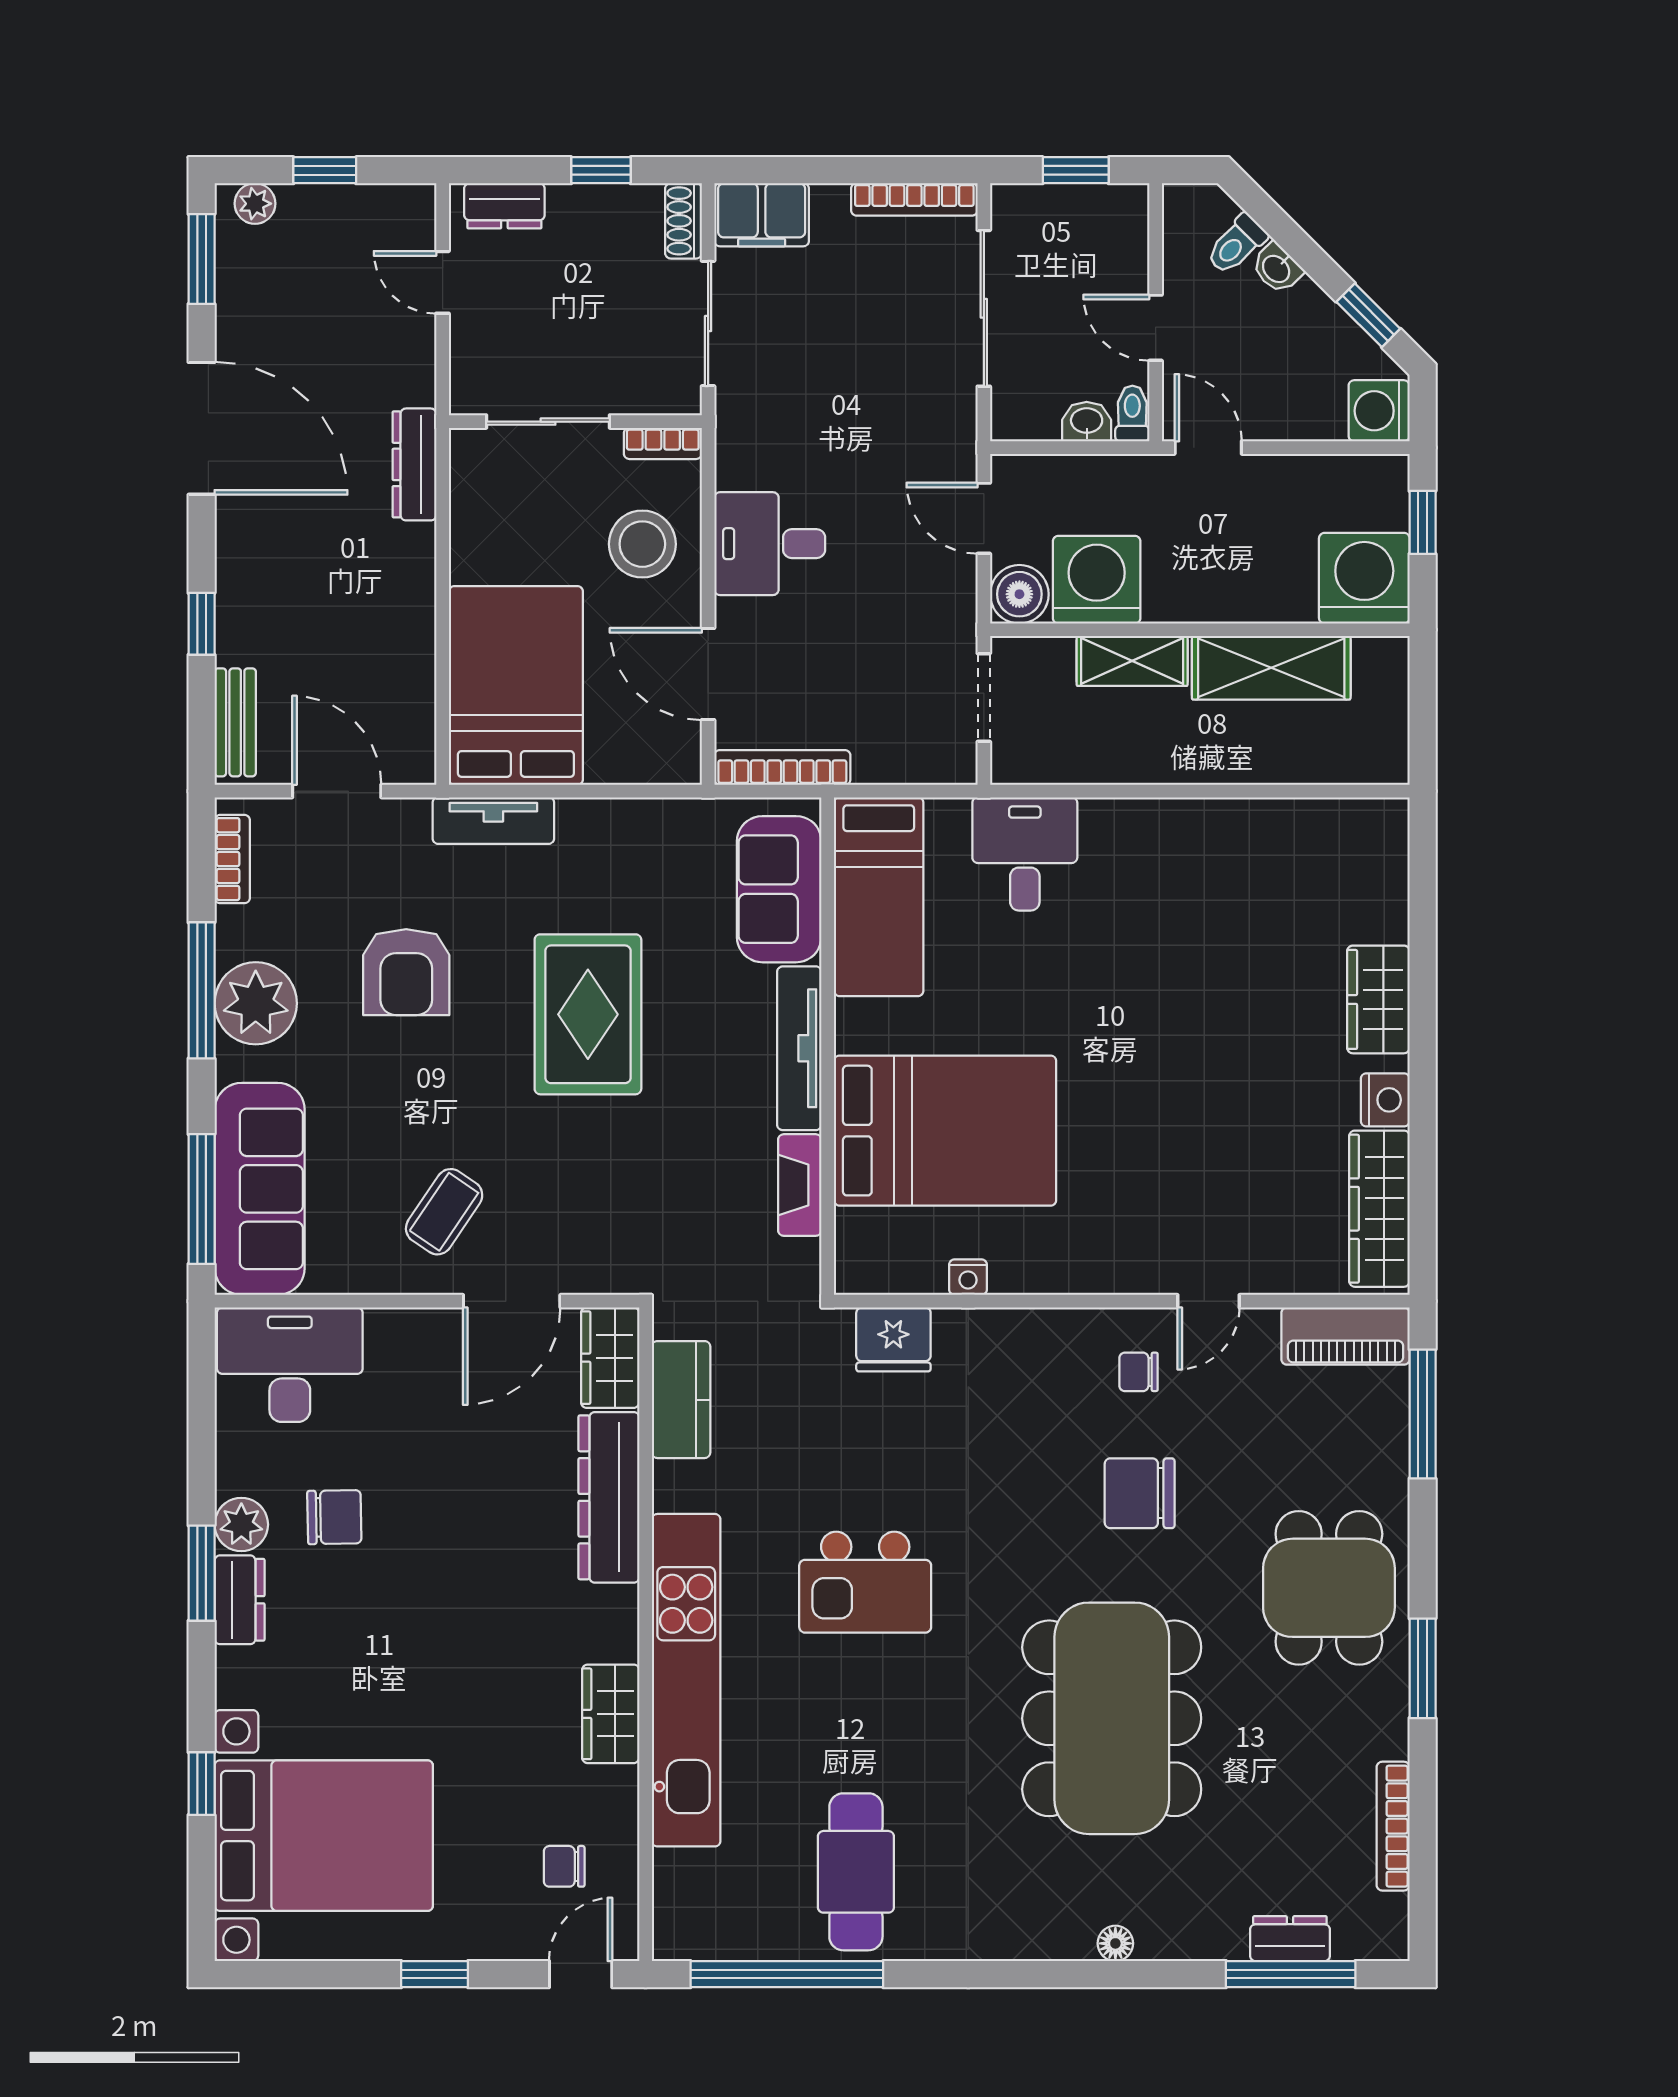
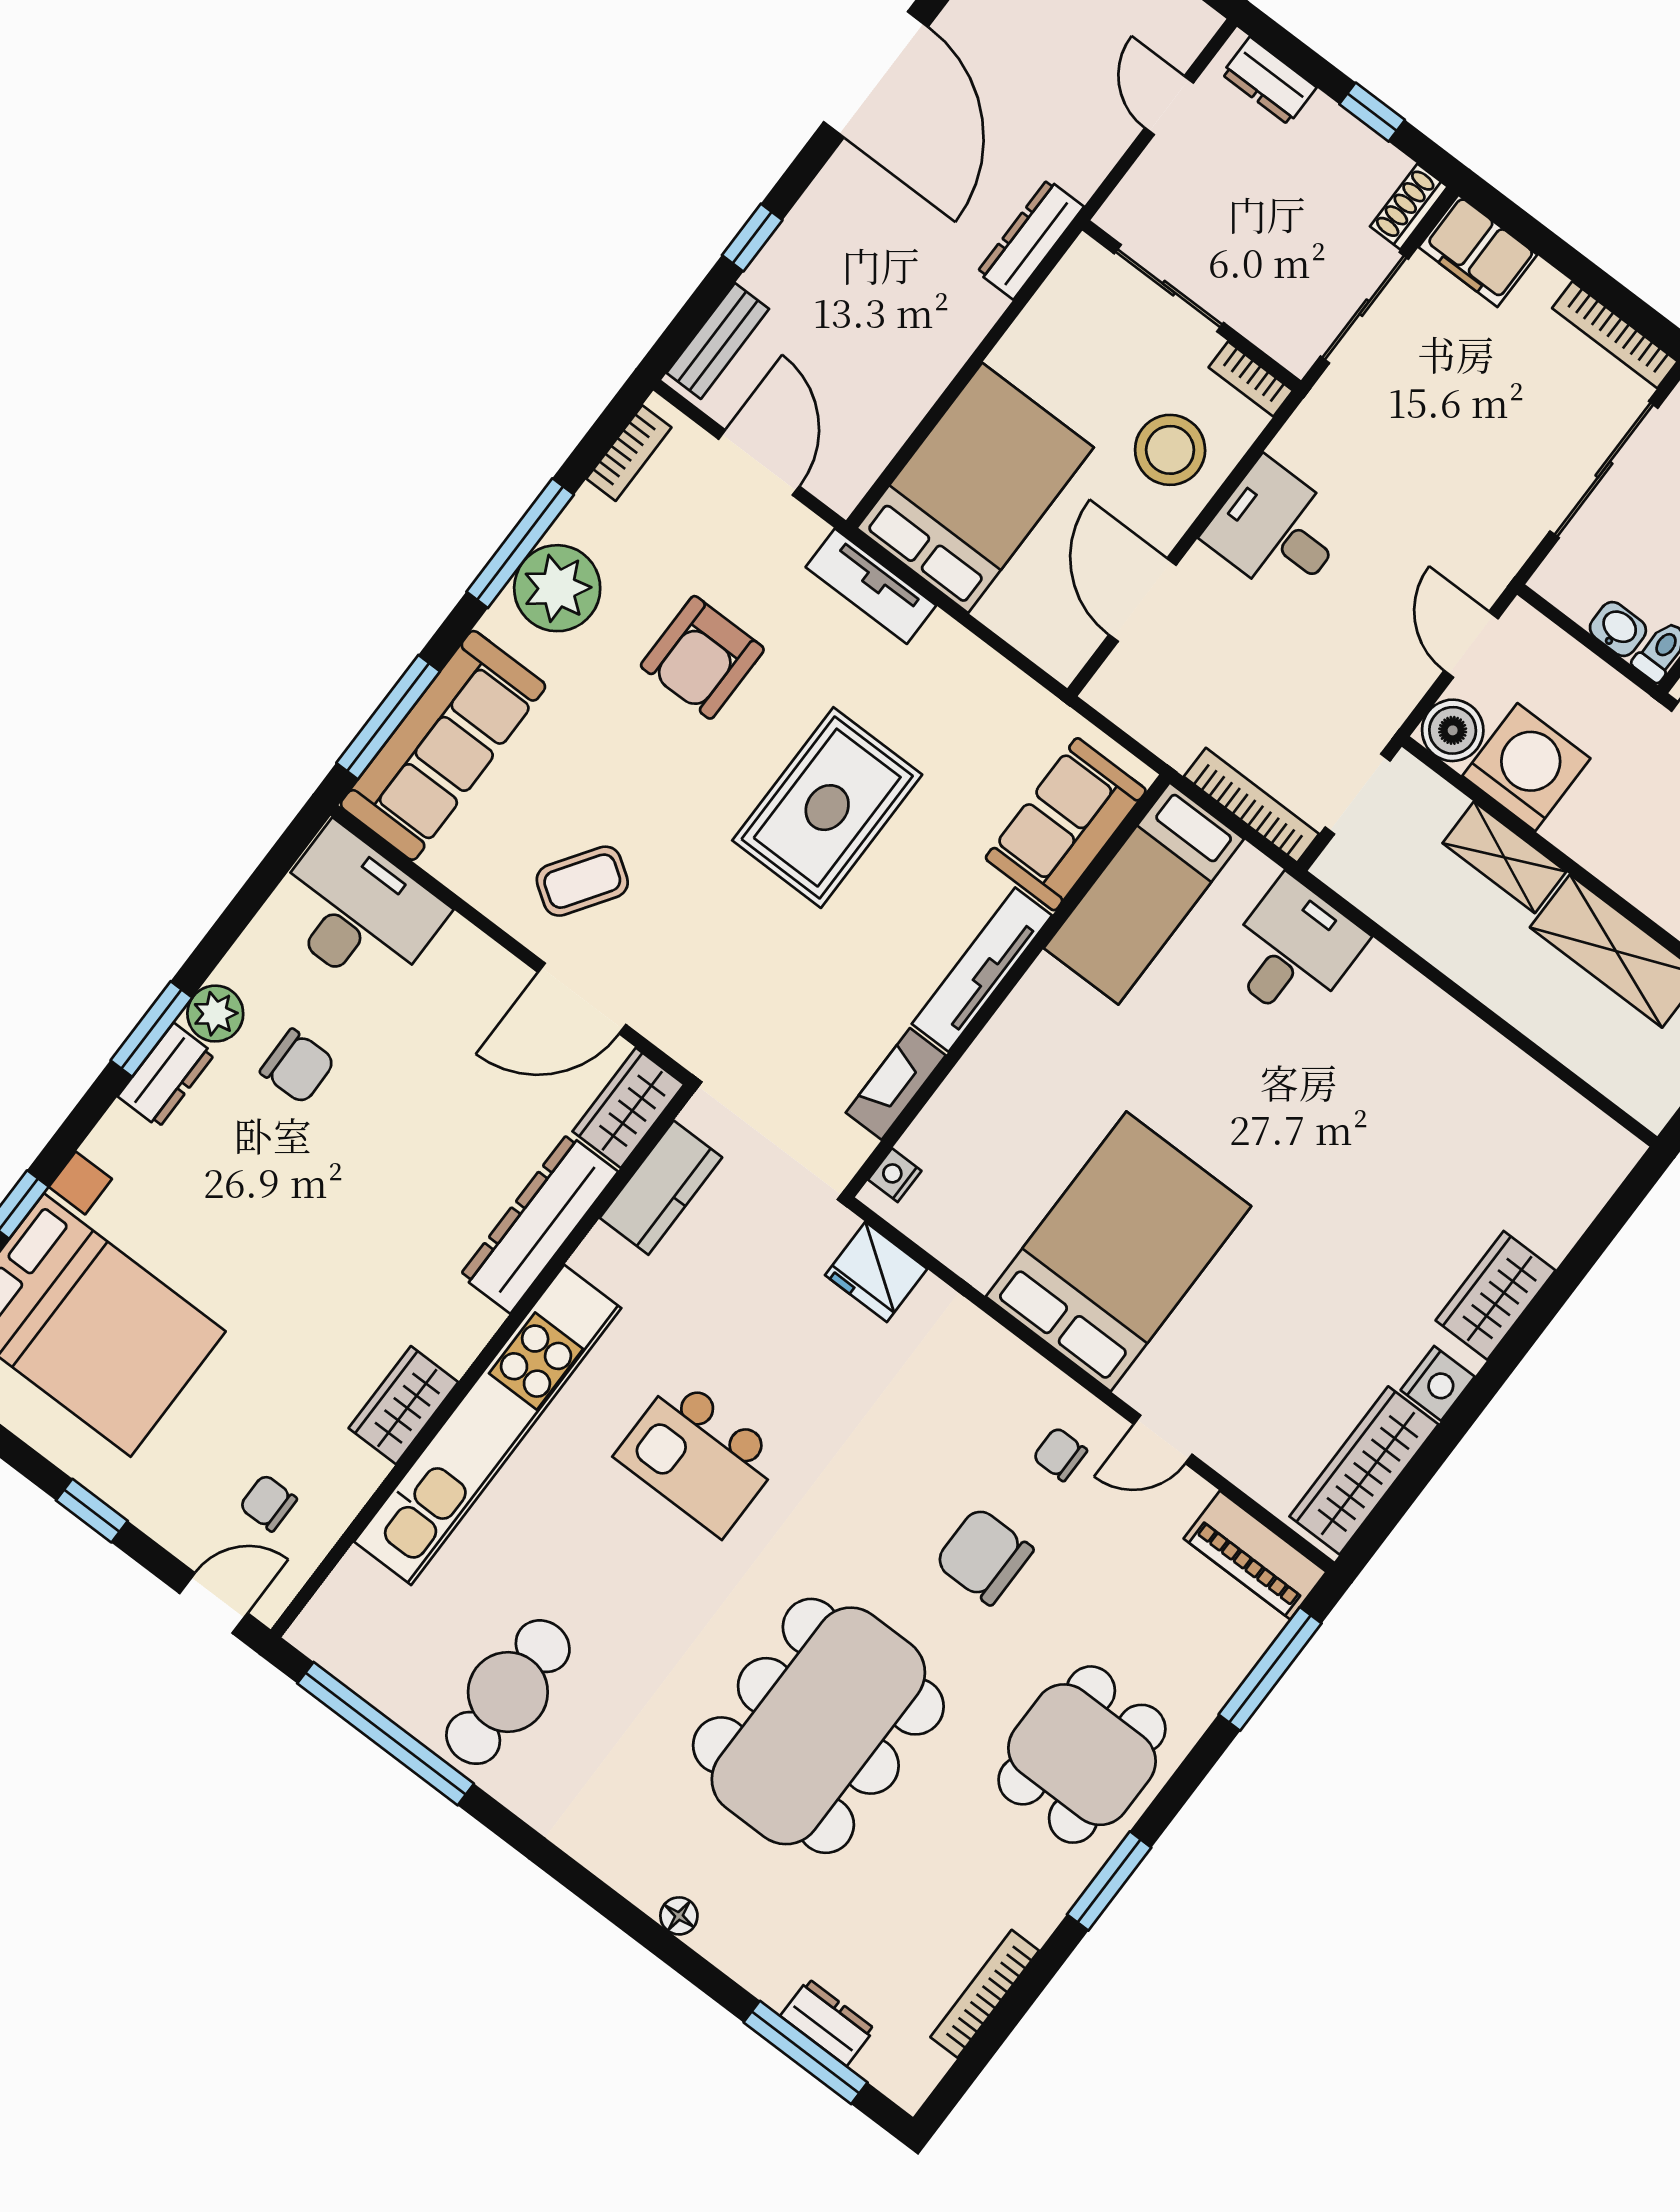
bookcase: (782, 767) -> (1251, 805), moved
bed: (945, 1131) -> (1118, 1251), moved, turned -90
nightstand: (968, 1277) -> (895, 1175), moved, turned 90

